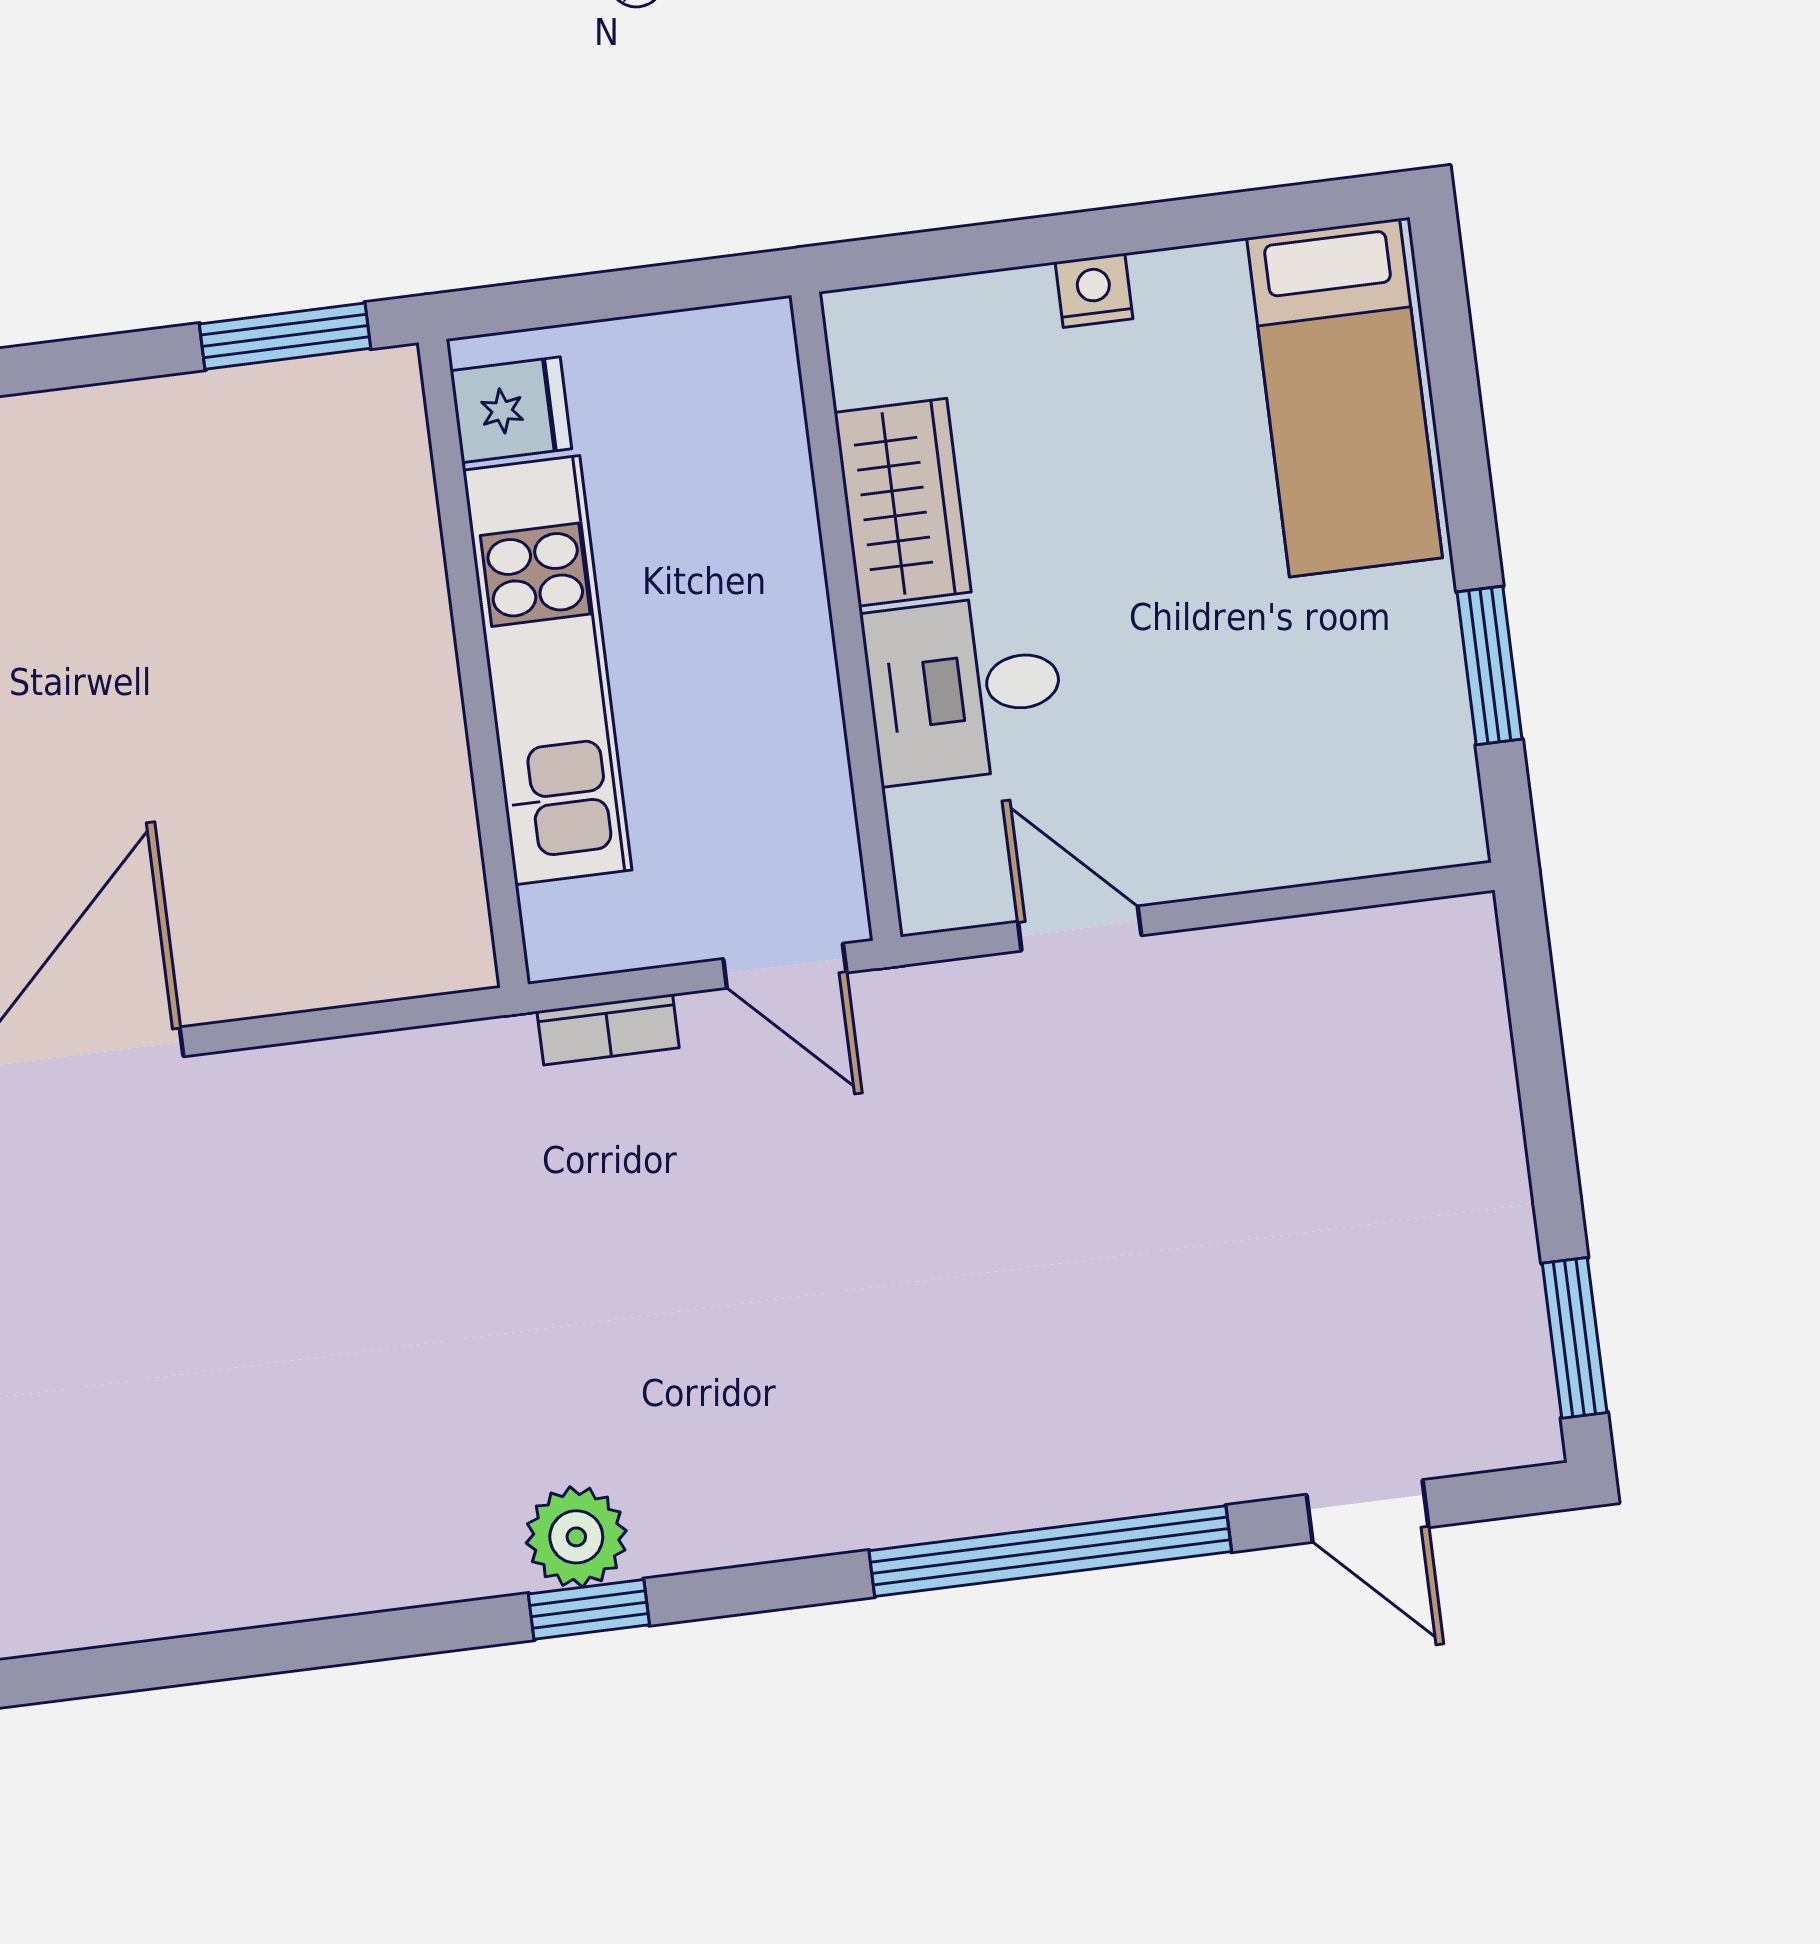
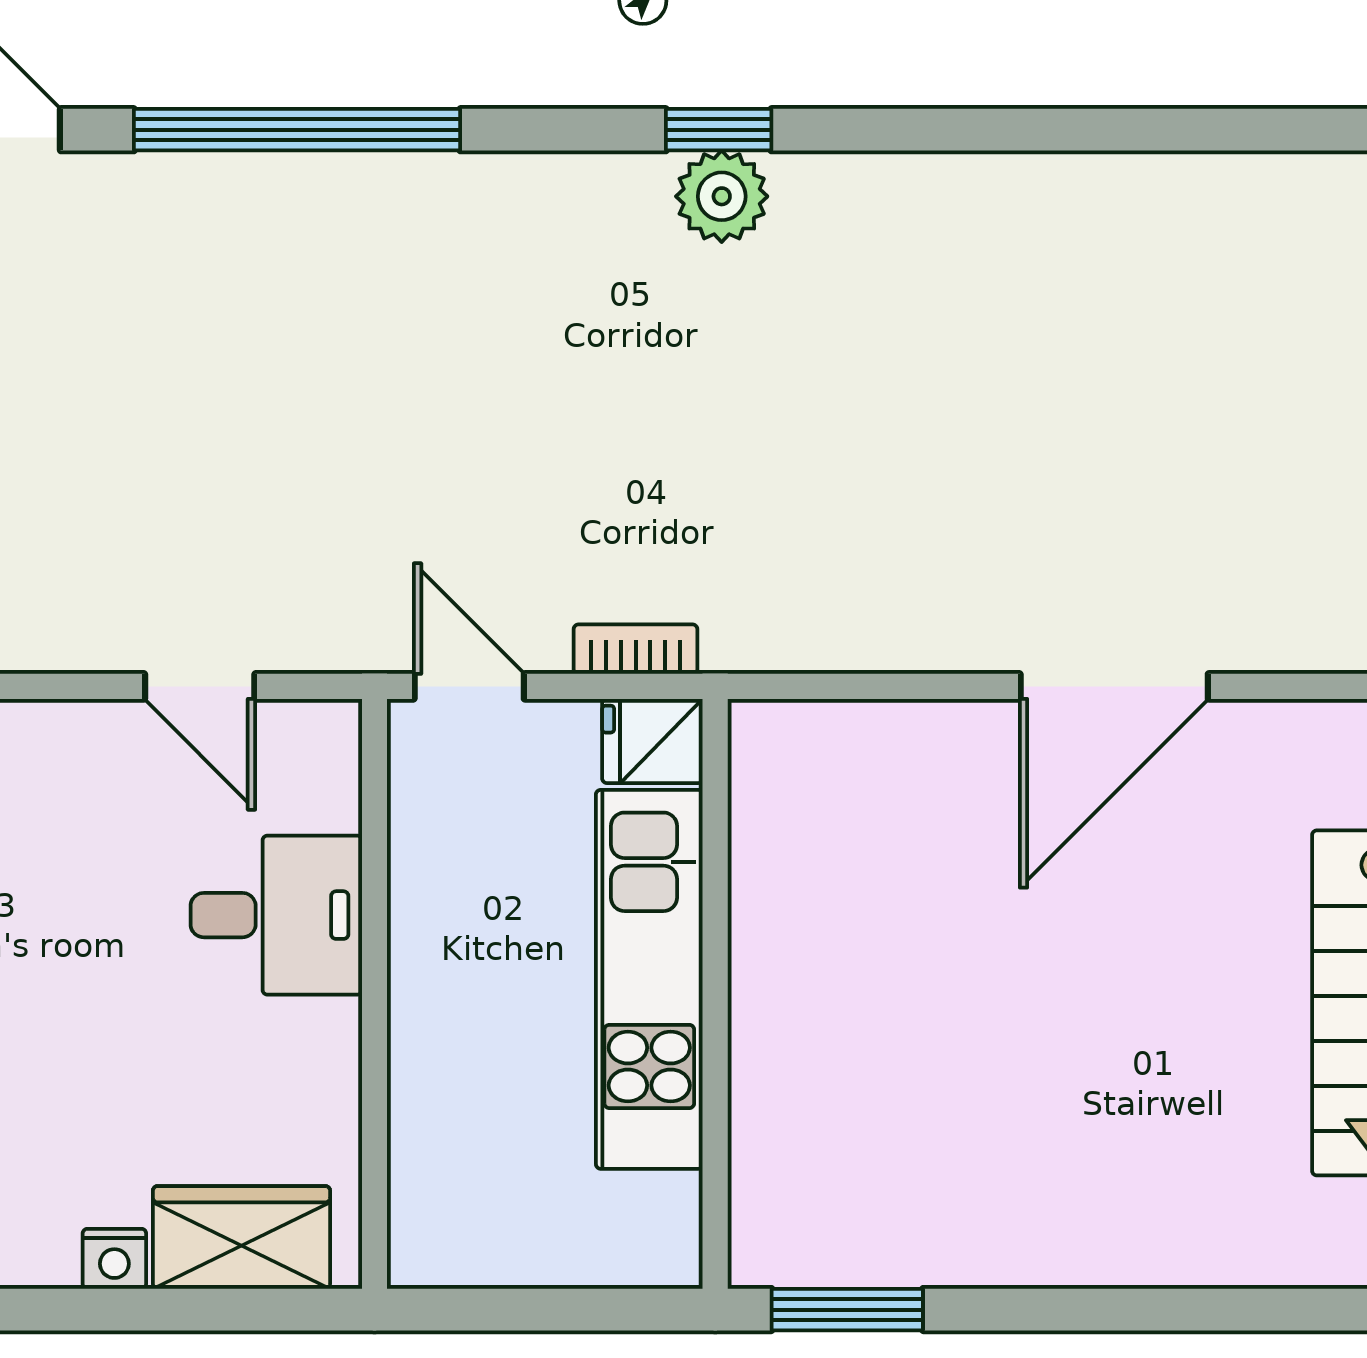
fridge: (511, 410) -> (652, 741), moved
wardrobe: (903, 502) -> (241, 1237), moved, turned 90

